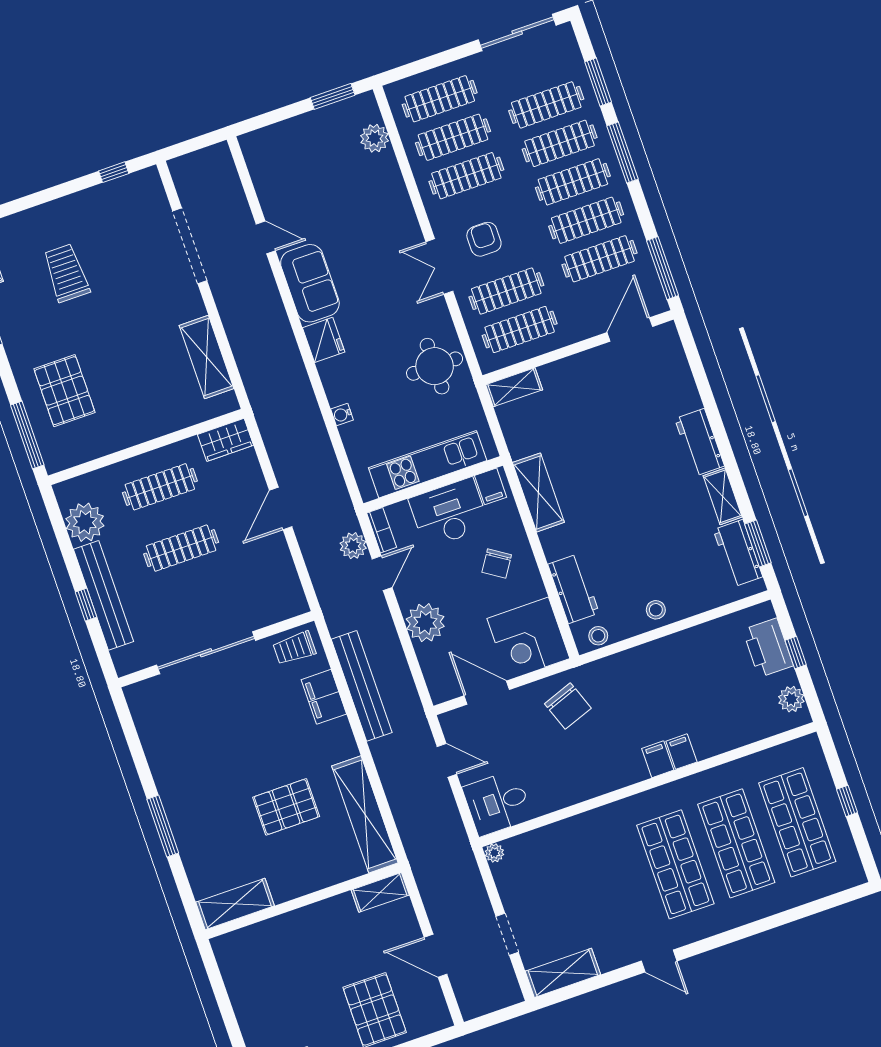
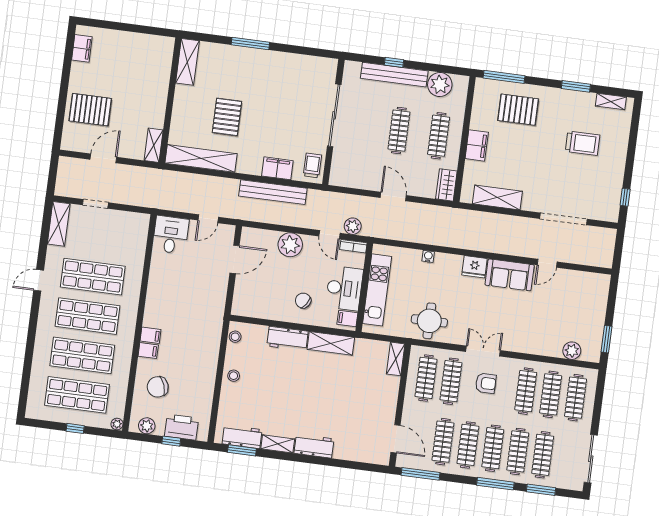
filing cabinet: (146, 425) -> (477, 145), added
workbench: (573, 589) -> (287, 339), moved
corner desk: (528, 638) -> (253, 297), removed
chair: (568, 706) -> (158, 387), moved
plant: (494, 853) -> (117, 424), moved
shop shelf: (614, 886) -> (93, 277), added

